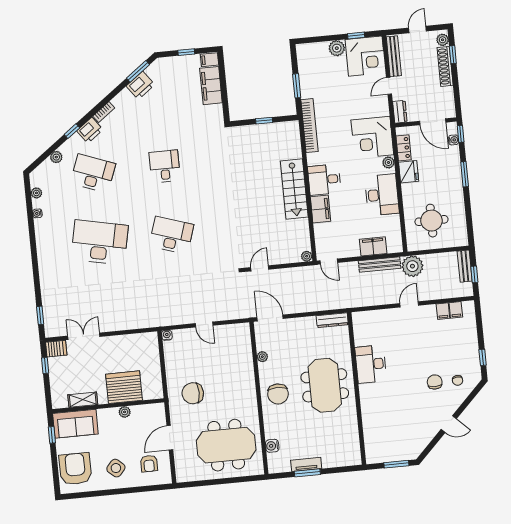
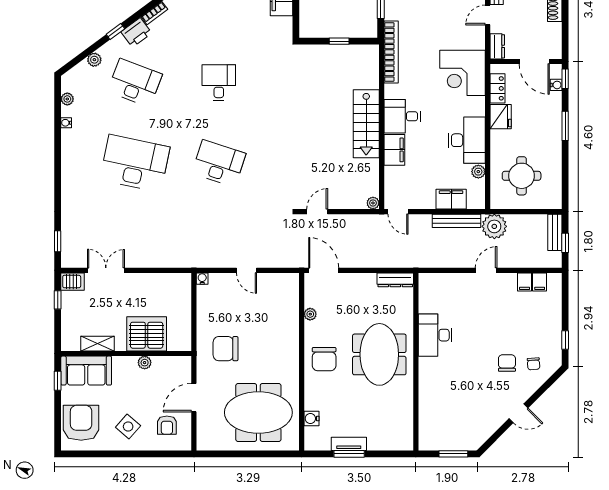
plant: (388, 162) -> (478, 172), moved

